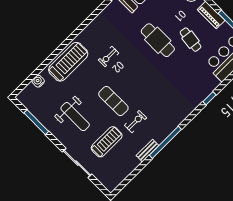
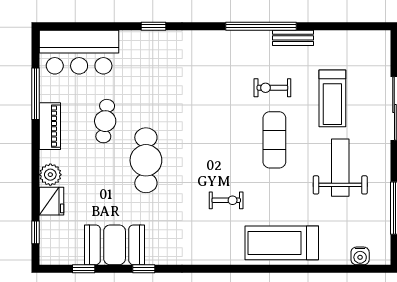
water cooler: (38, 81) -> (360, 256), moved
treadmill: (107, 142) -> (332, 98), turned -90

